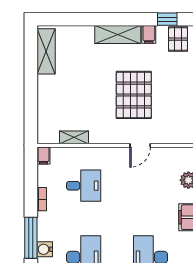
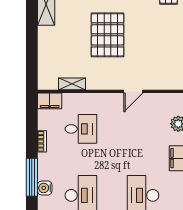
pallet: (134, 95) -> (108, 35), moved
filing cabinet: (43, 155) -> (50, 101), width x2.00

